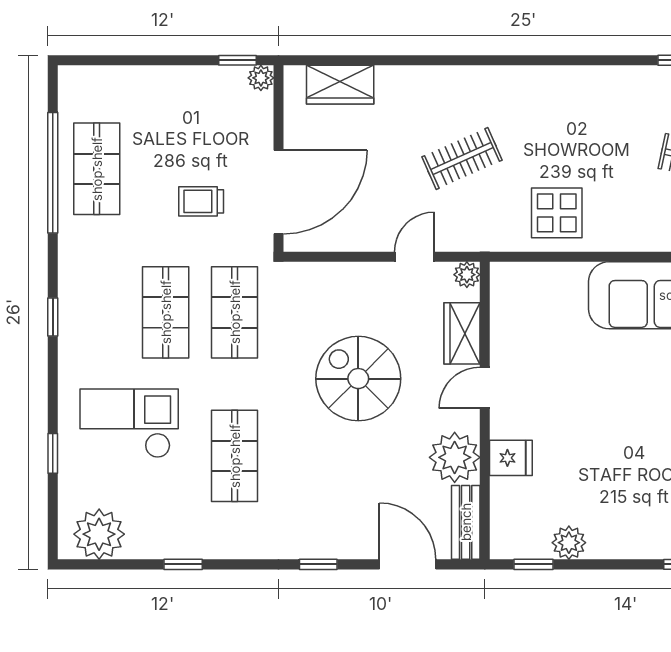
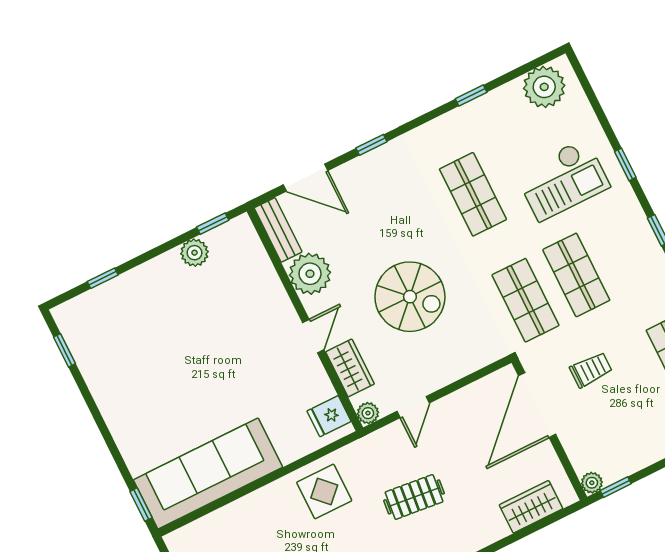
clothes rail: (462, 158) -> (414, 497), turned 30
window: (53, 453) -> (625, 164), moved
fridge: (511, 458) -> (329, 416), moved

